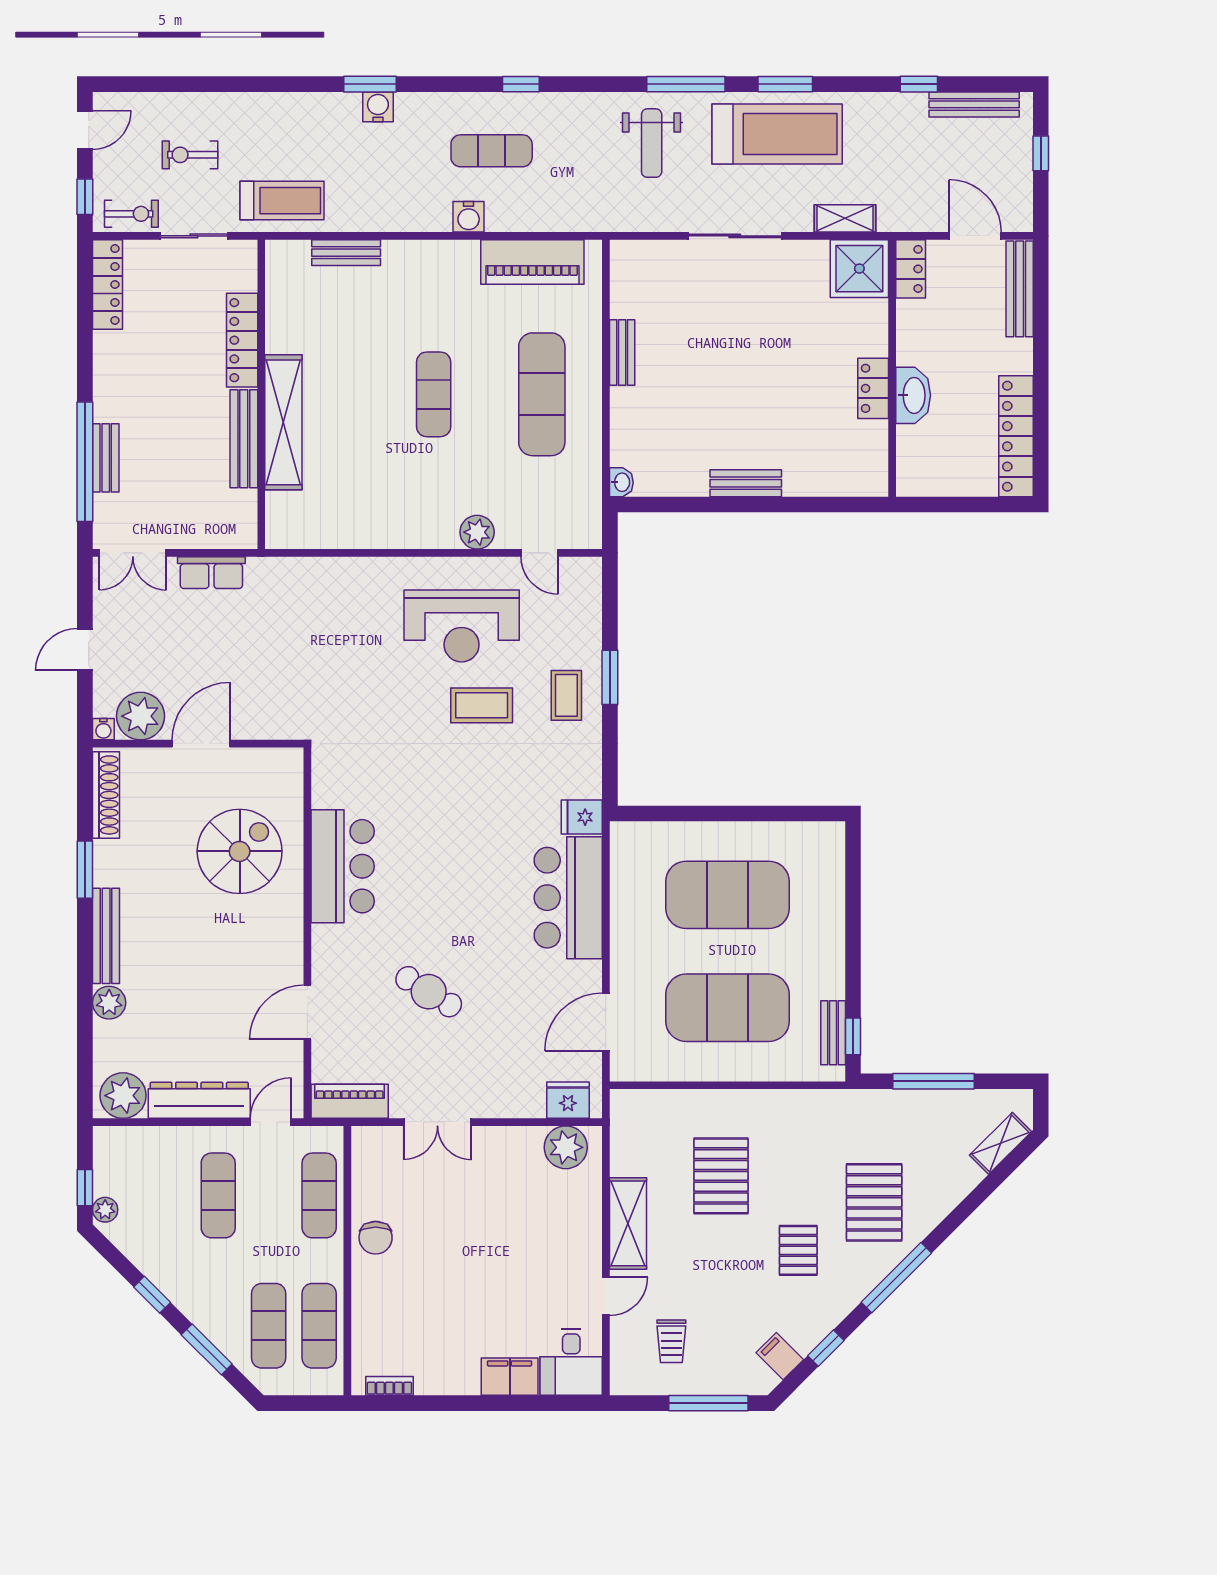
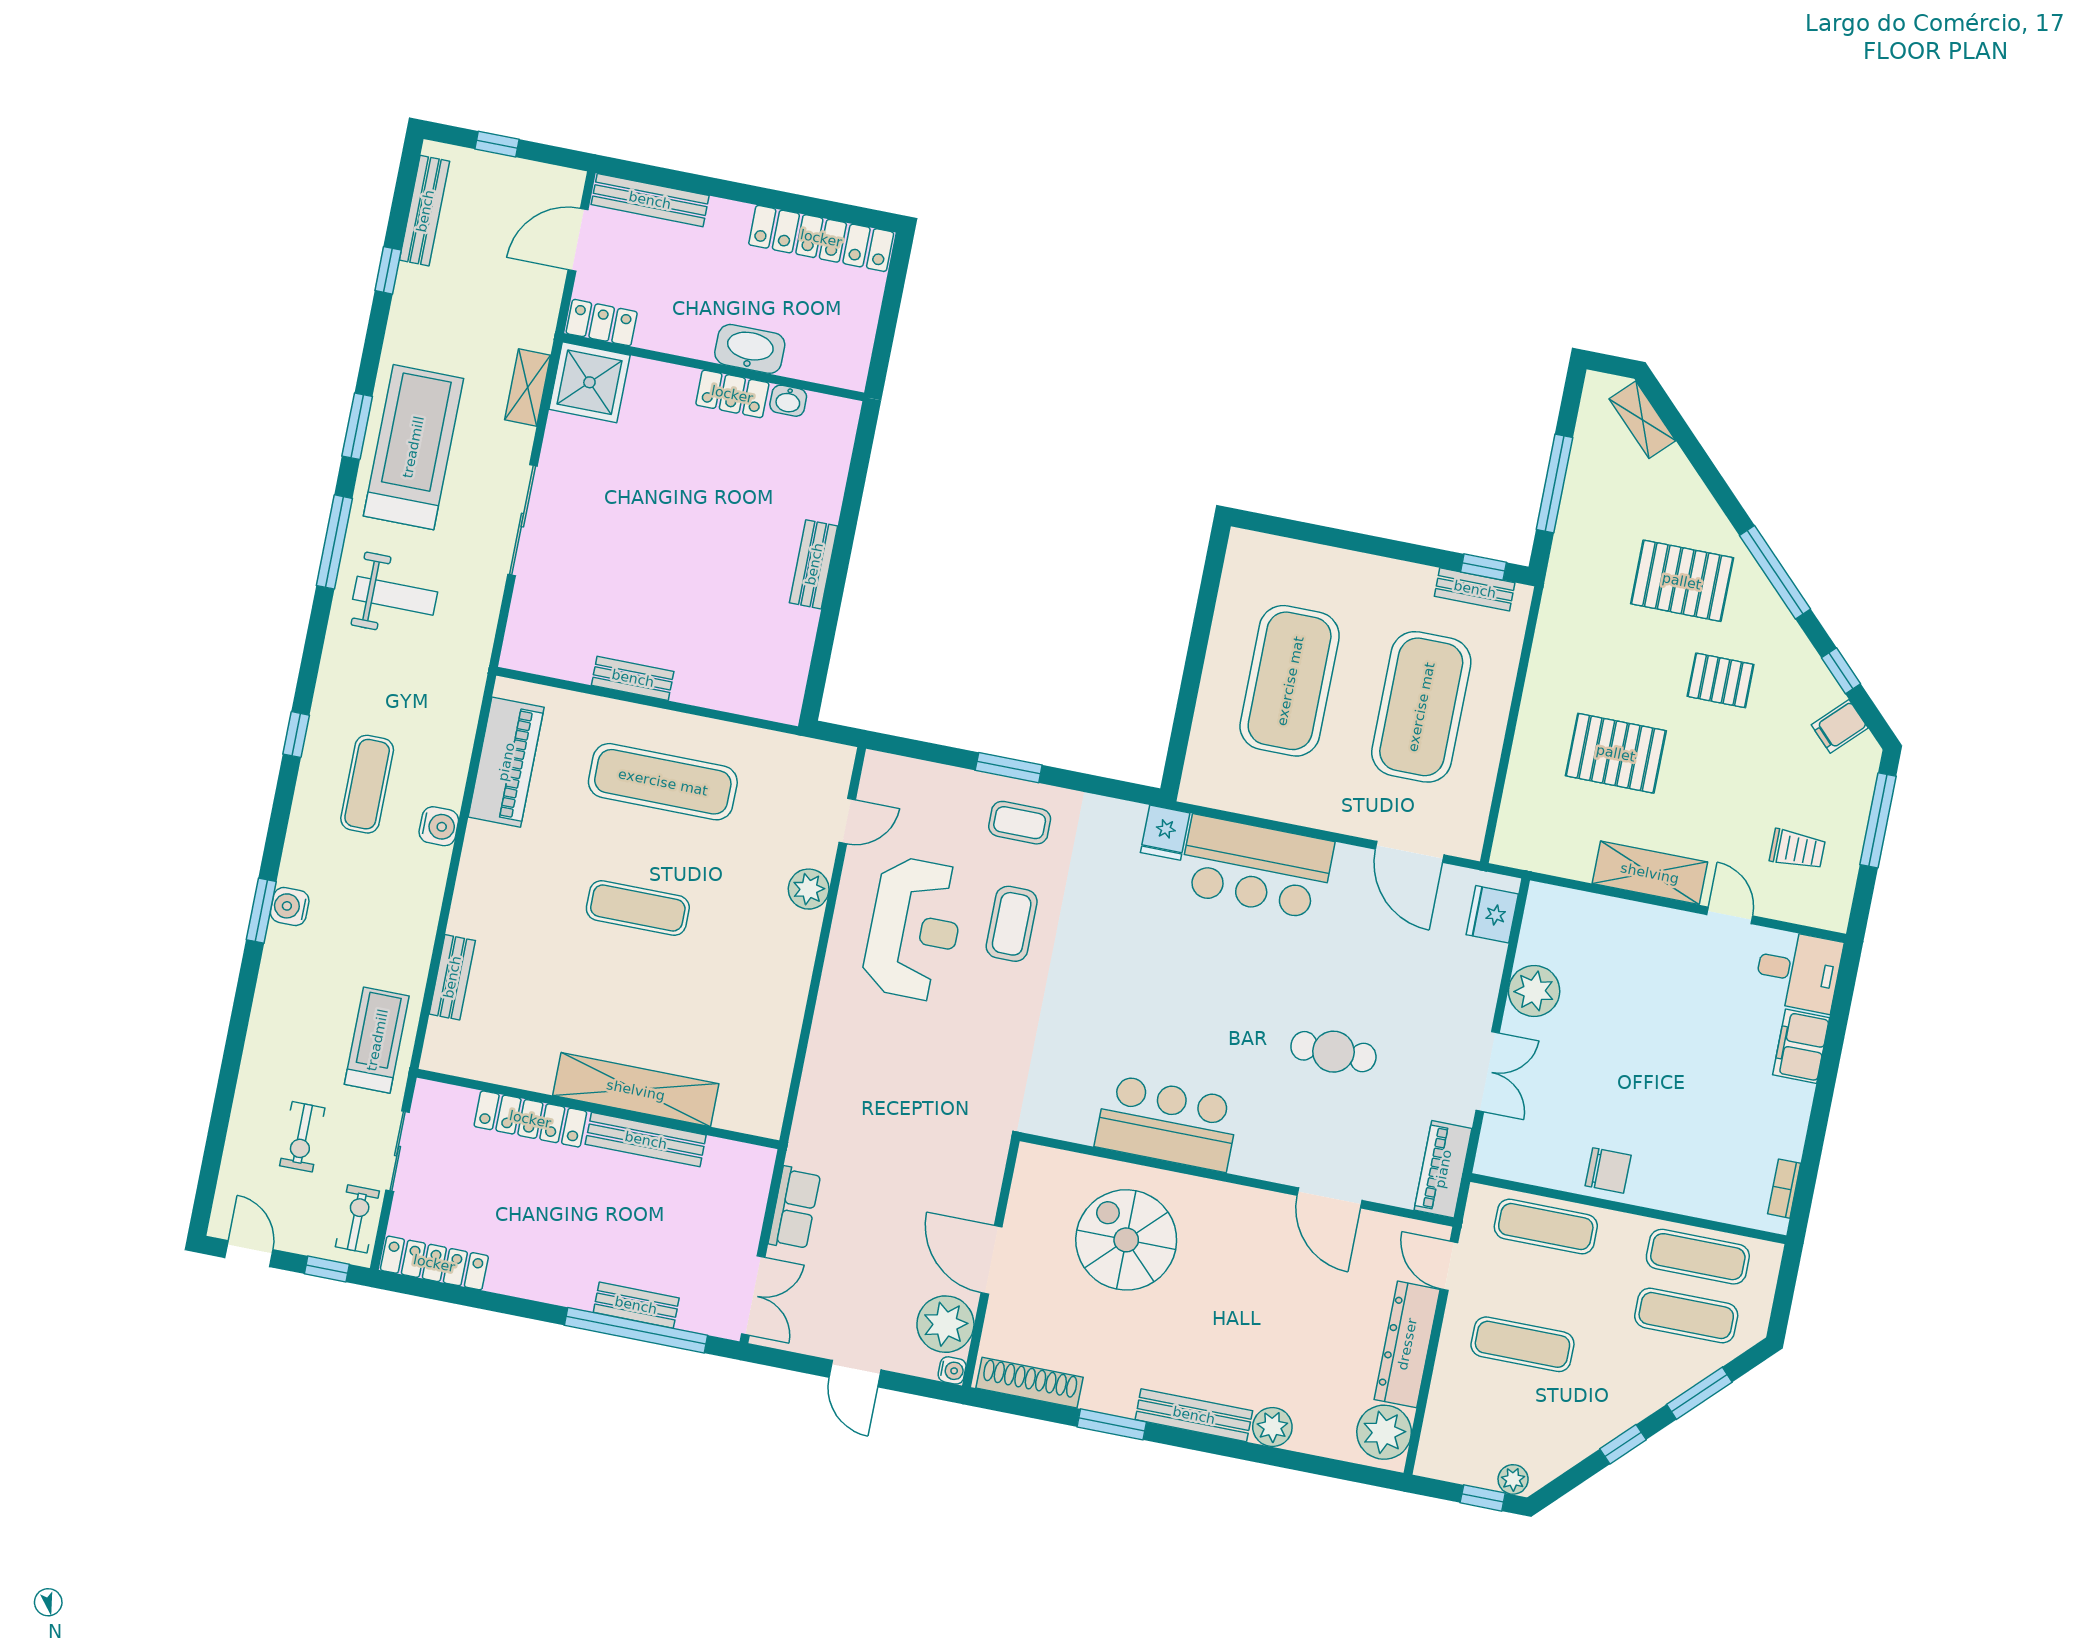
washbasin: (621, 482) -> (788, 401), moved, turned 180
cafe table: (429, 992) -> (1333, 1052), turned 58
plant: (566, 1147) -> (1534, 991), moved

